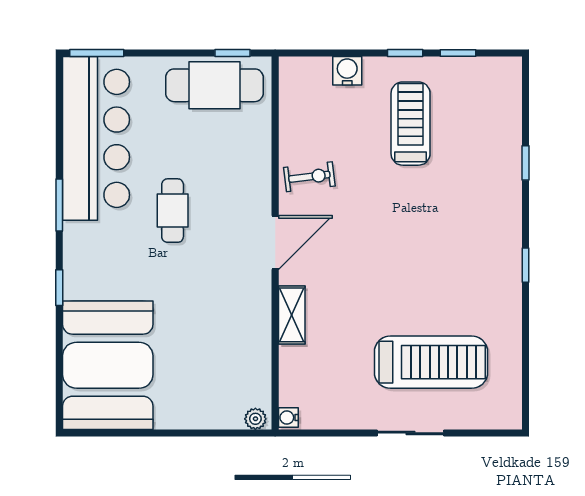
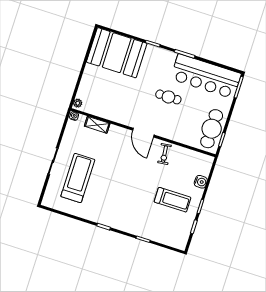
shelving: (292, 315) -> (97, 125), moved
treadmill: (431, 362) -> (78, 178), turned 180

